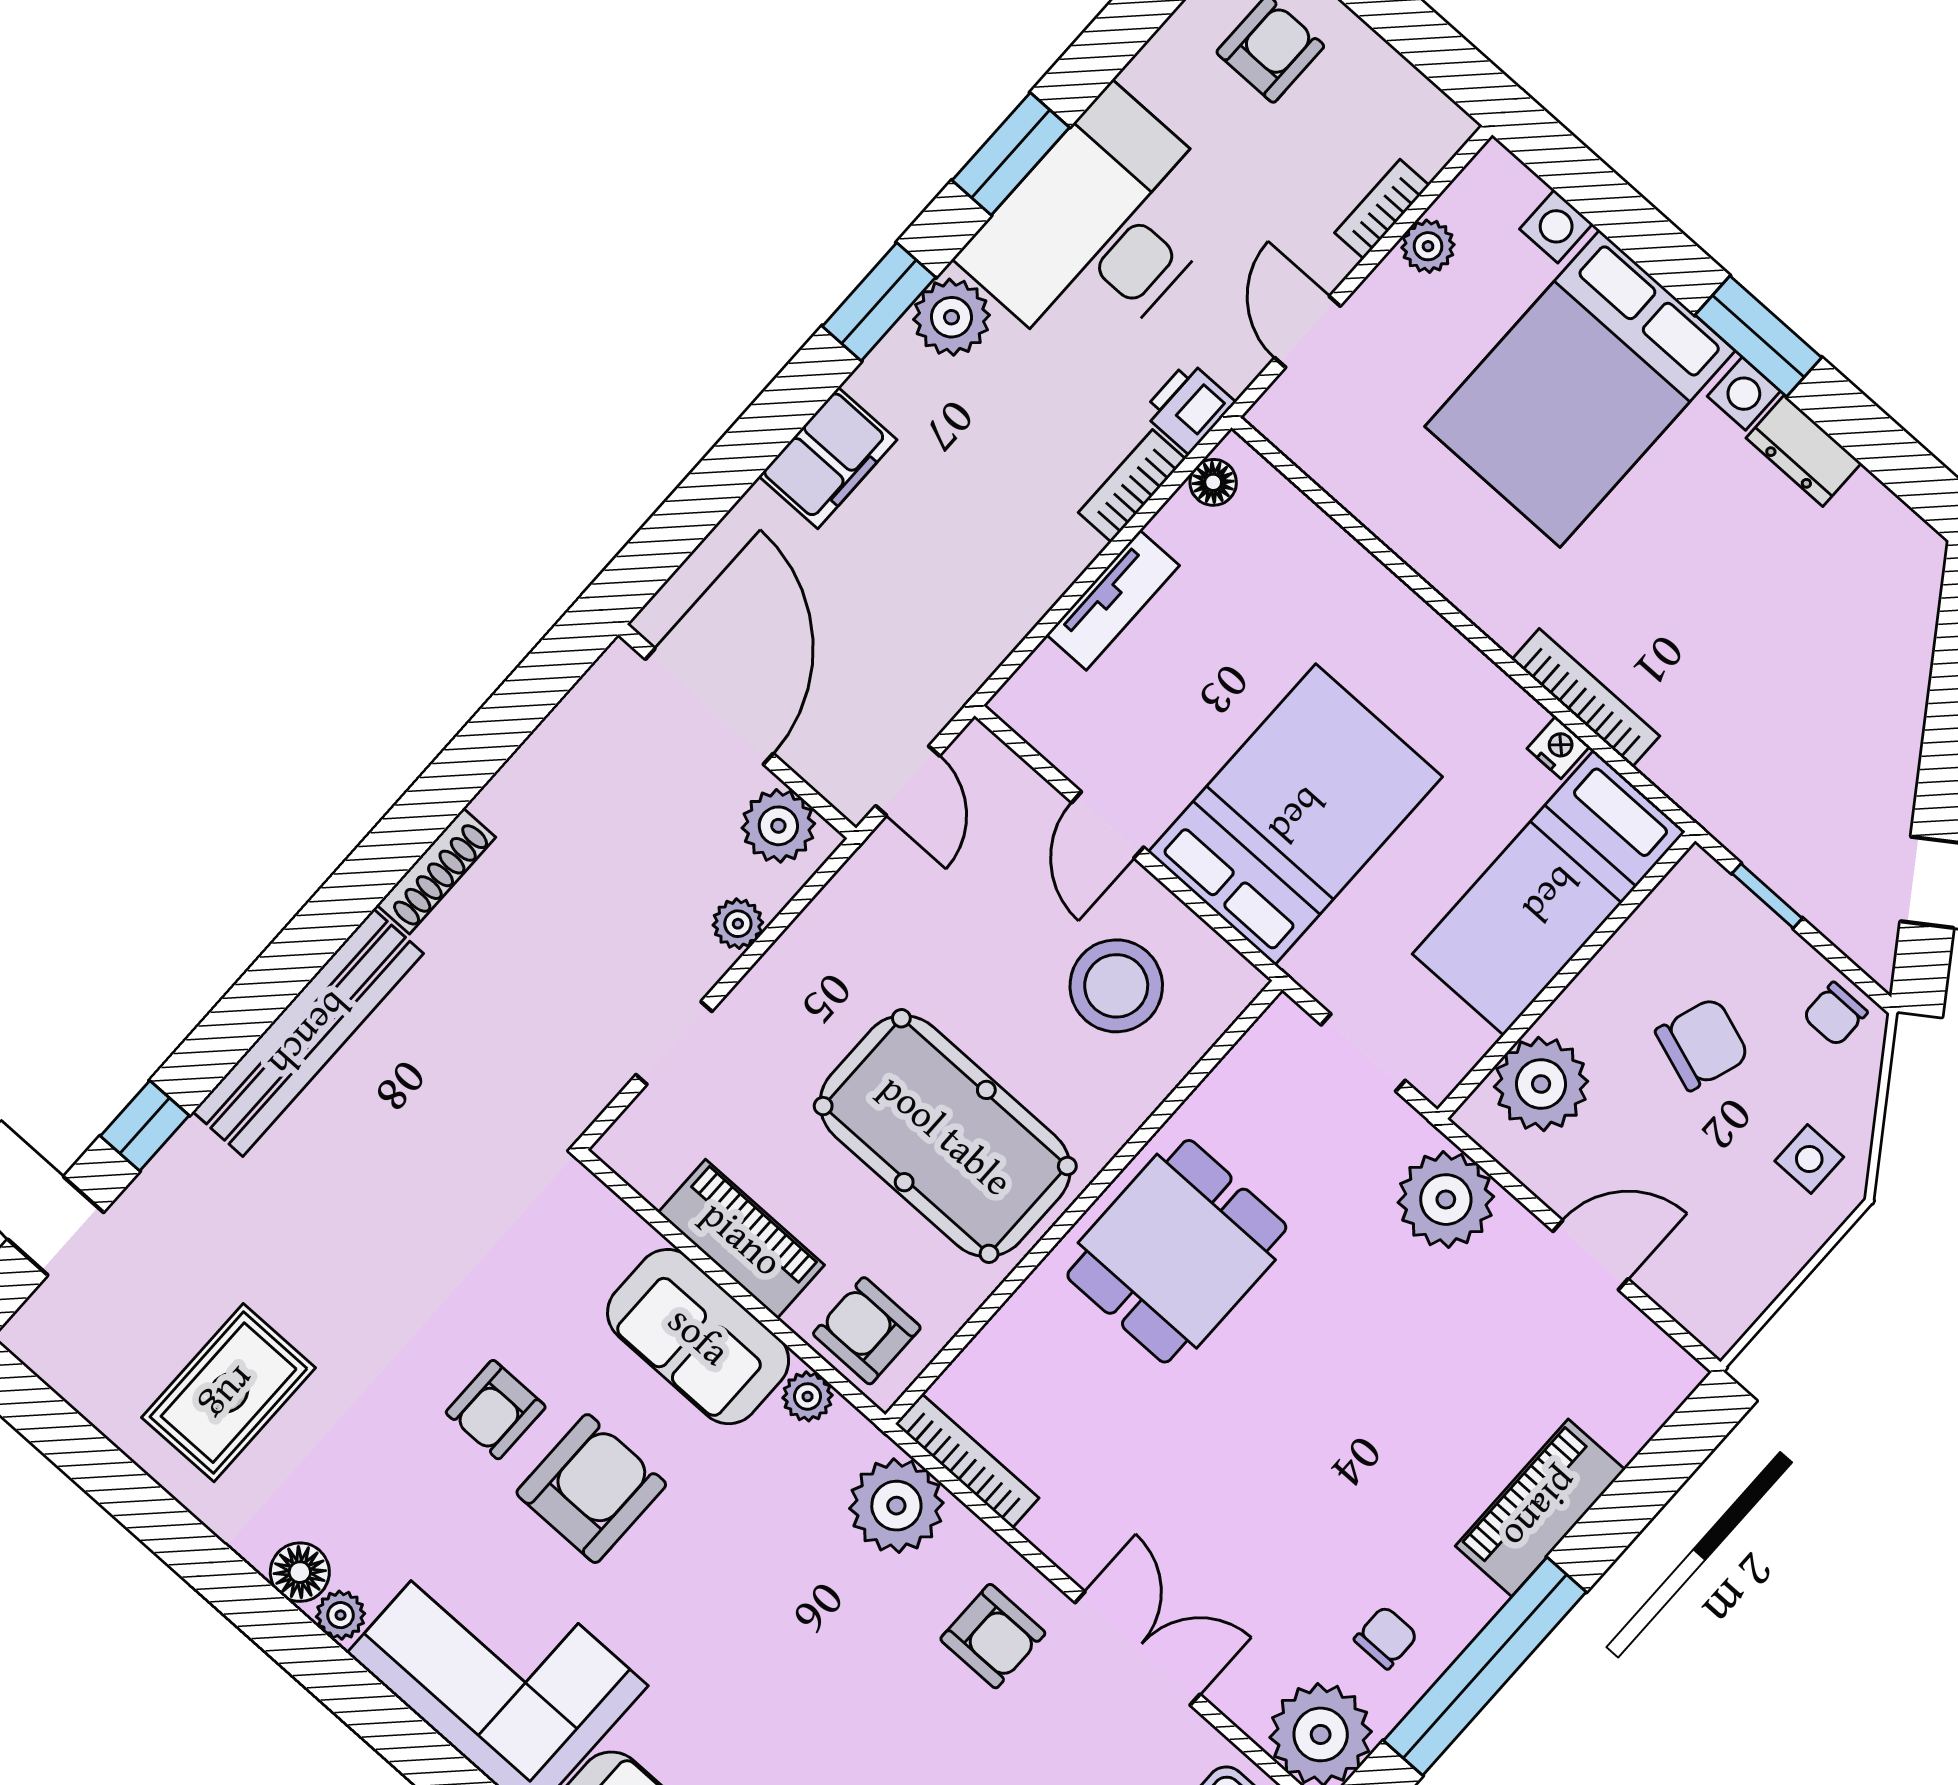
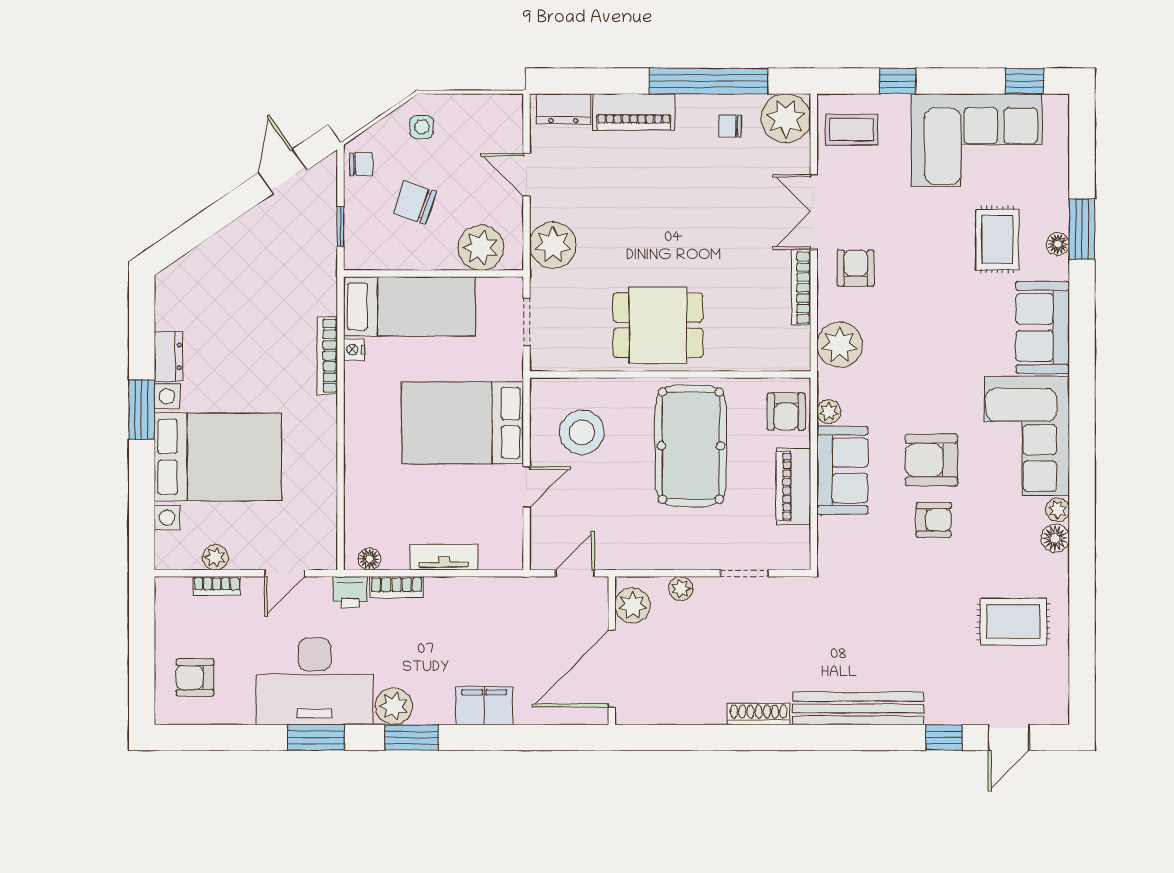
dresser: (1642, 1403) -> (563, 109), added
bookcase: (967, 1461) -> (801, 288), moved

